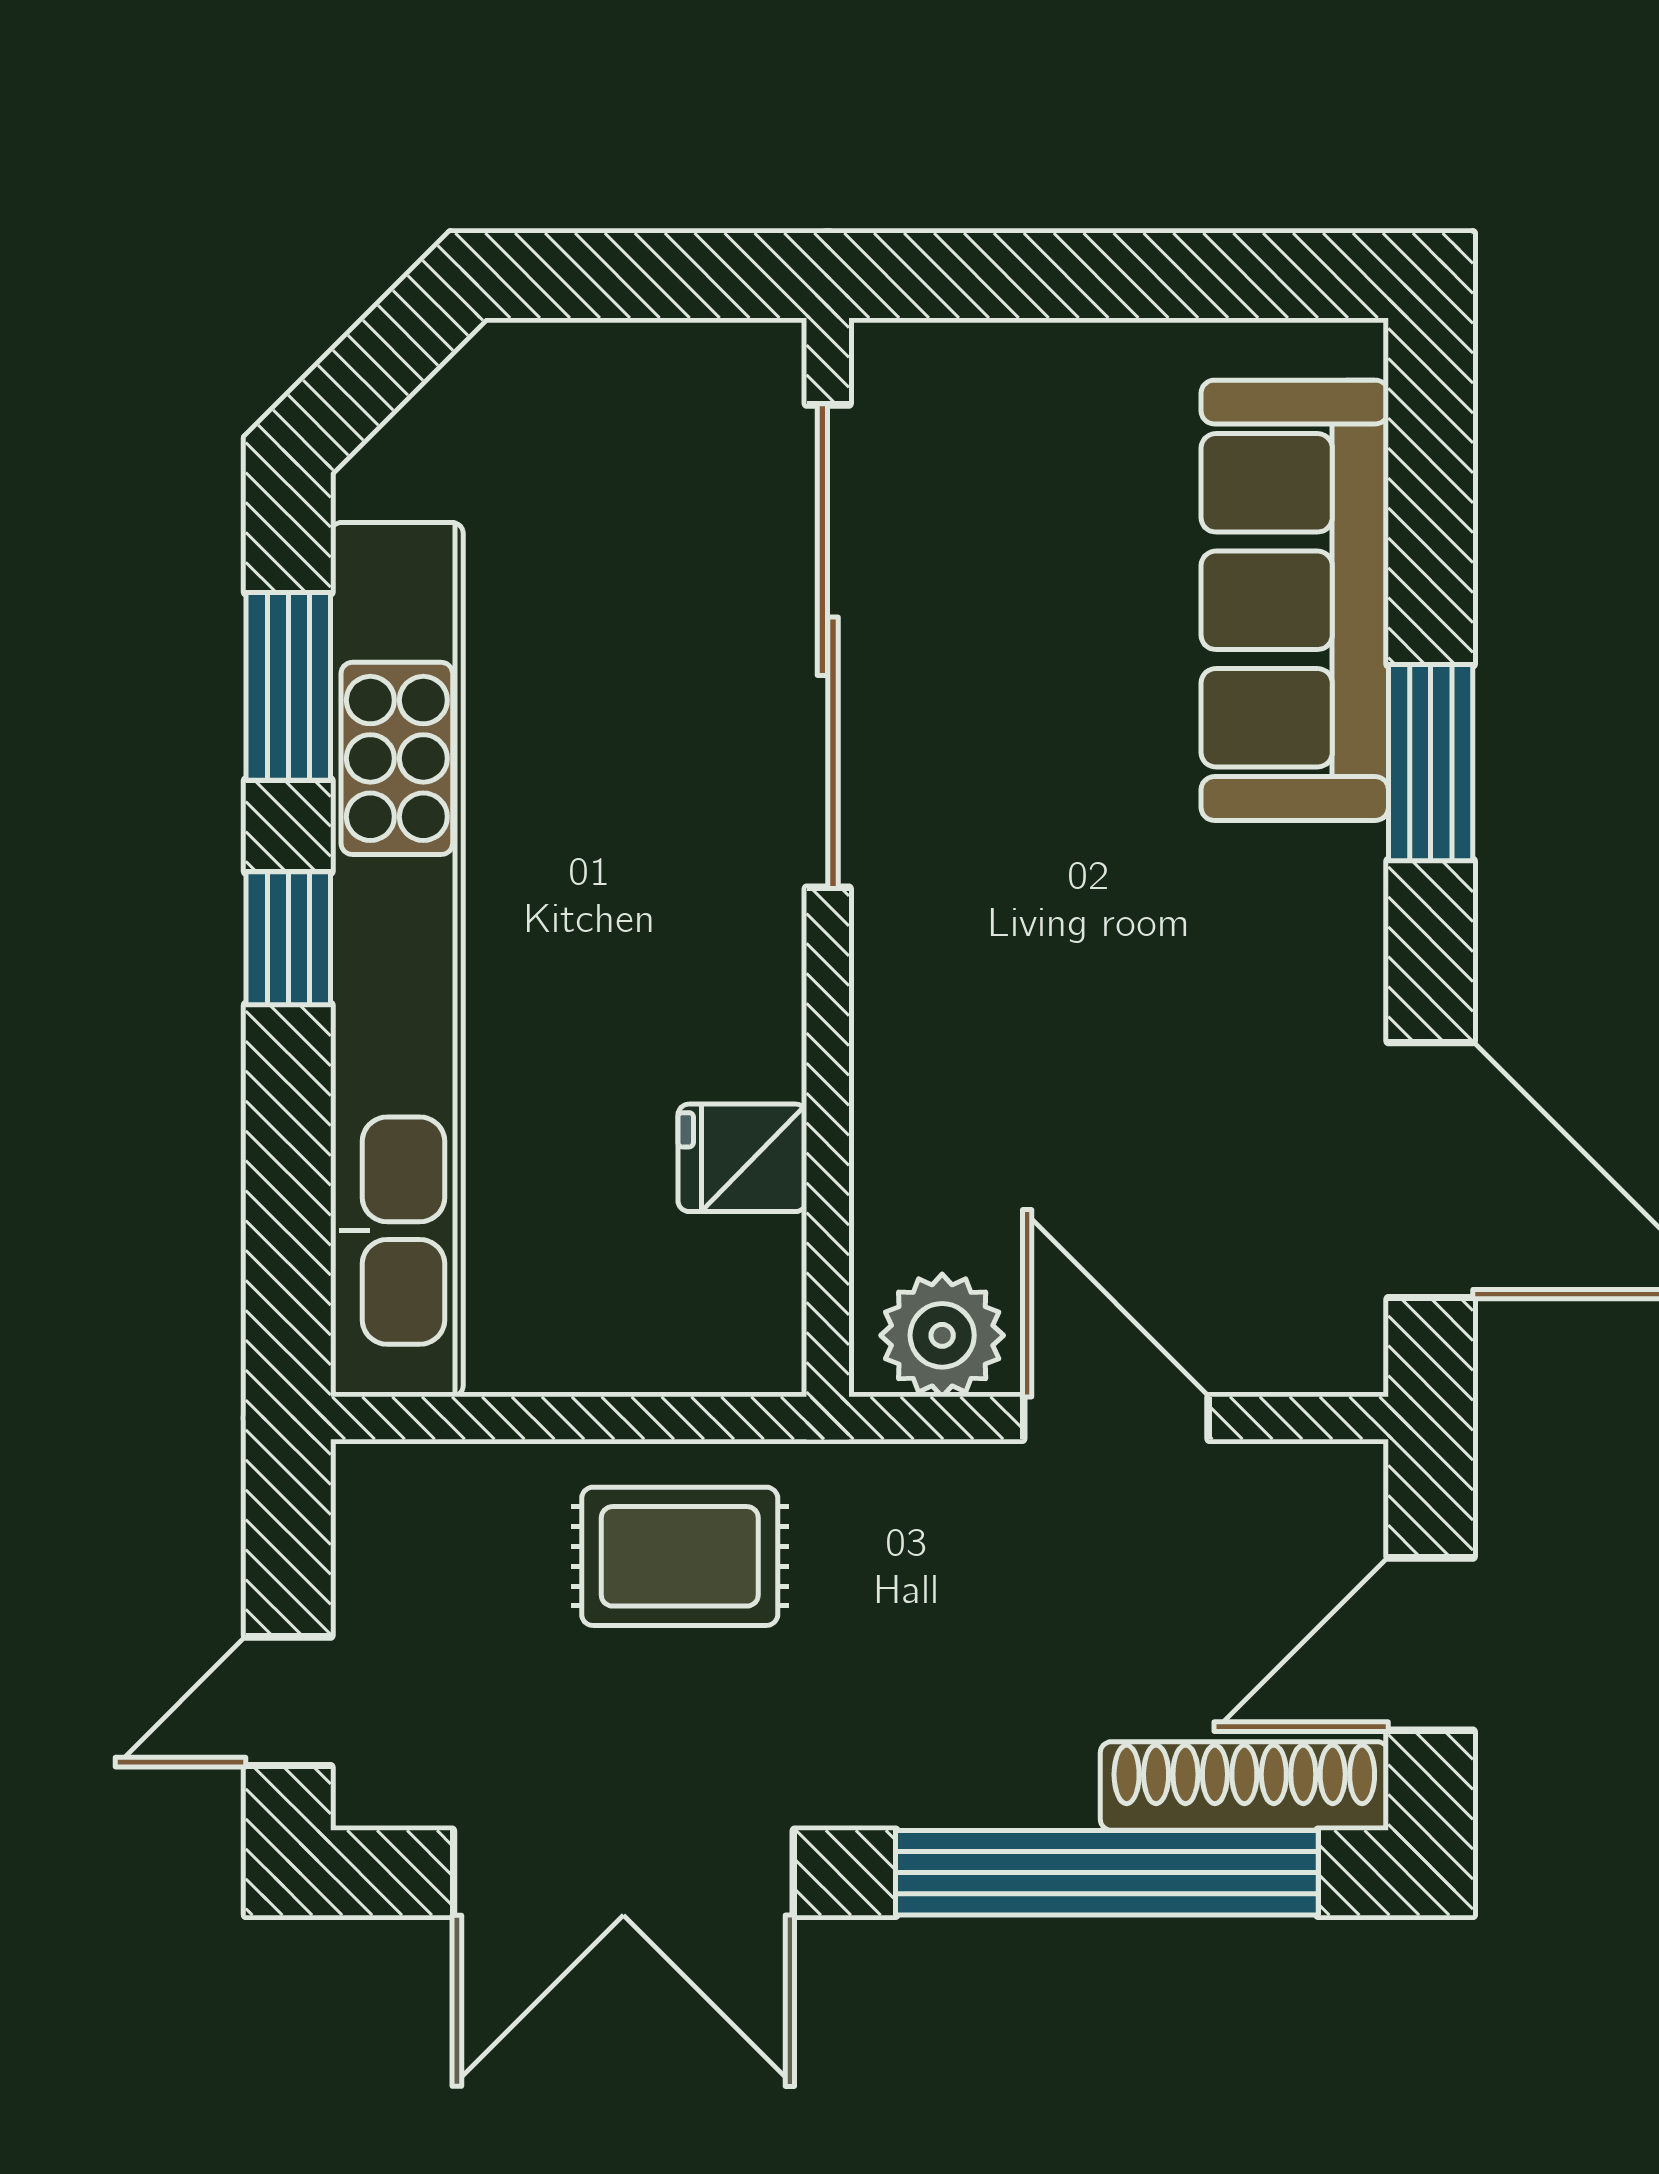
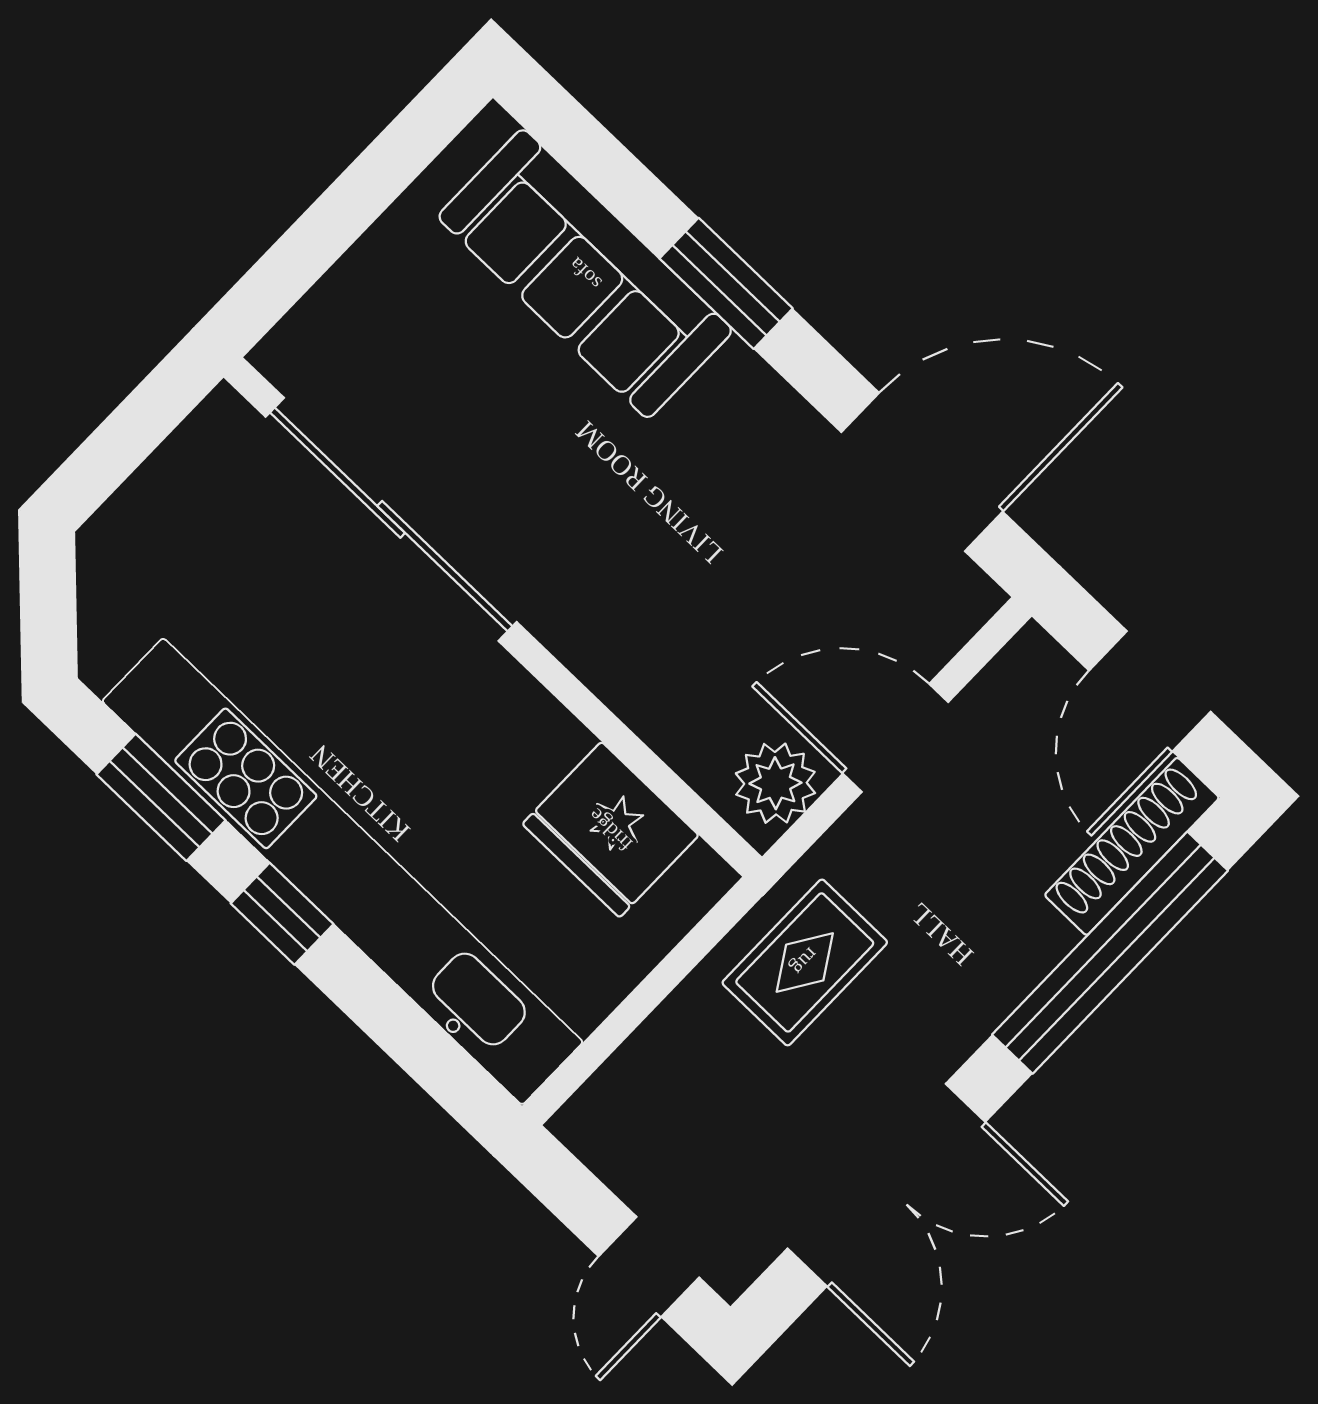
fridge: (742, 1158) -> (610, 830), width x1.88, depth x1.34
rug: (680, 1556) -> (805, 962), moved

